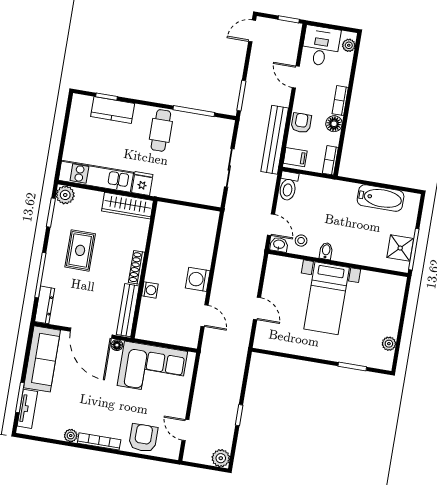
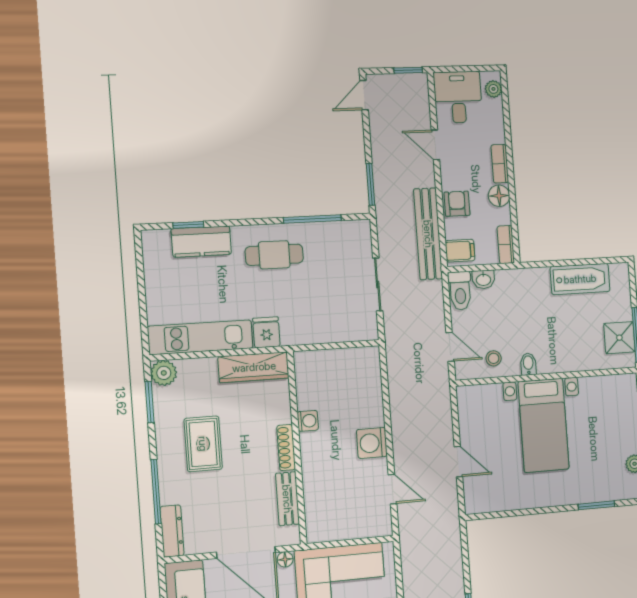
cafe table: (161, 130) -> (274, 255), turned 90
washbasin: (279, 245) -> (483, 279), moved, turned 180
washing machine: (150, 290) -> (308, 421), moved
bench: (128, 310) -> (287, 499), width x0.73

